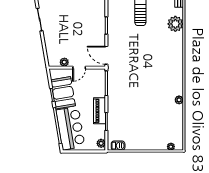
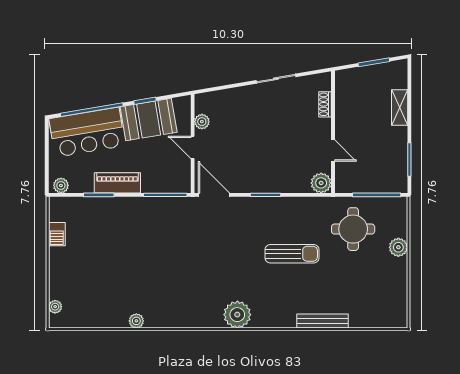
plant: (175, 24) -> (237, 315), moved
door: (106, 55) -> (214, 195), hinge flipped
barbecue: (118, 146) -> (57, 234), moved

